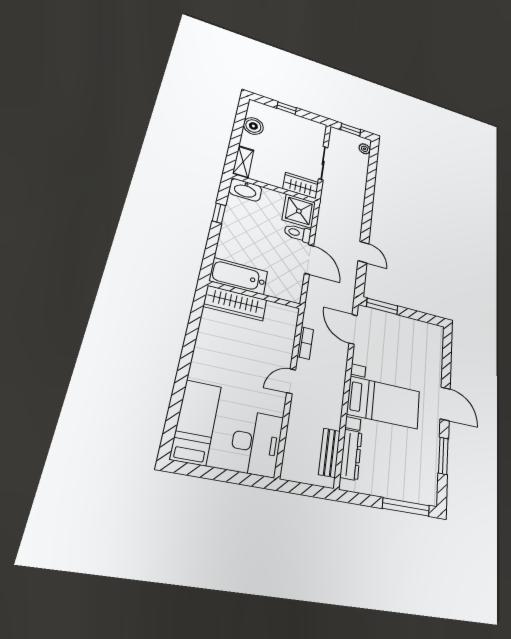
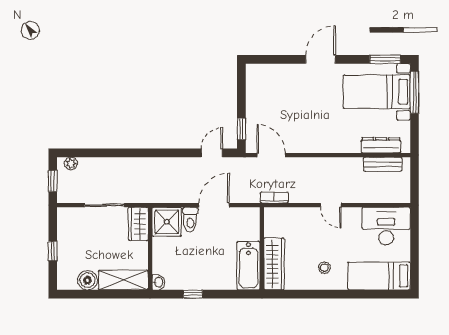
shelving: (243, 162) -> (123, 280), width x1.50, depth x1.33
washbasin: (245, 190) -> (158, 282), width x0.52, depth x0.69
door: (363, 252) -> (212, 153), moved
window: (382, 306) -> (241, 129), width x0.67
door: (353, 329) -> (271, 155), swing flipped
bookcase: (305, 343) -> (274, 198), moved
stool: (220, 358) -> (324, 268), added
bed with nightstands: (384, 403) -> (377, 92), moved, turned -90
window: (443, 456) -> (385, 59), moved

